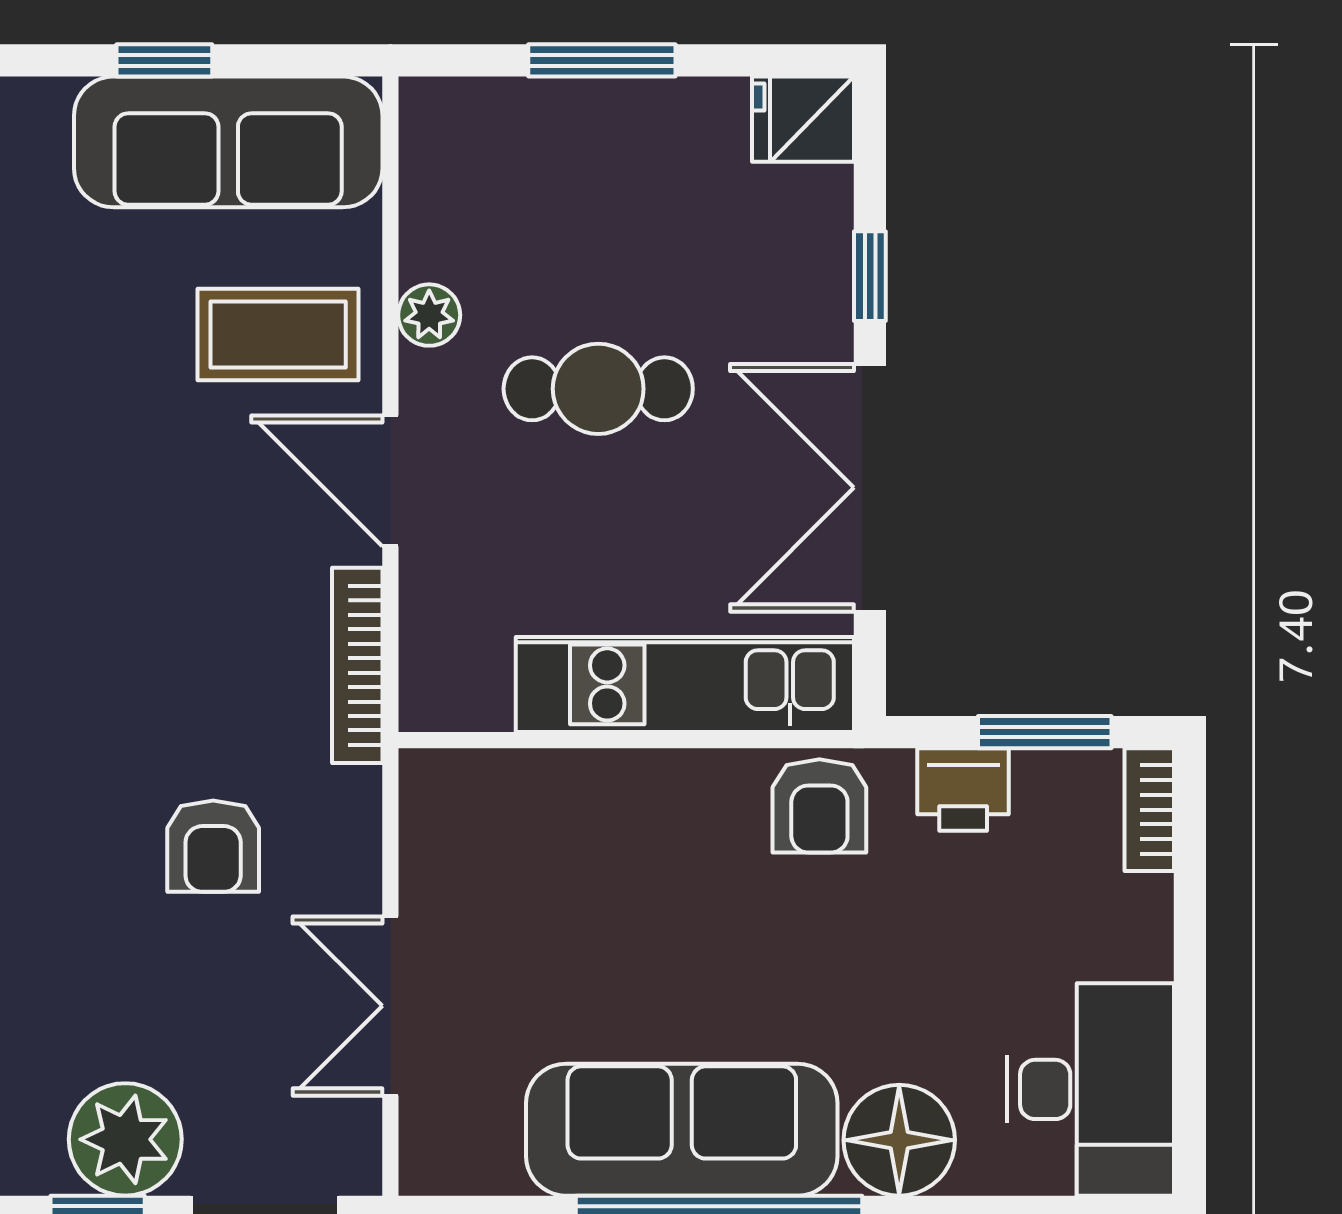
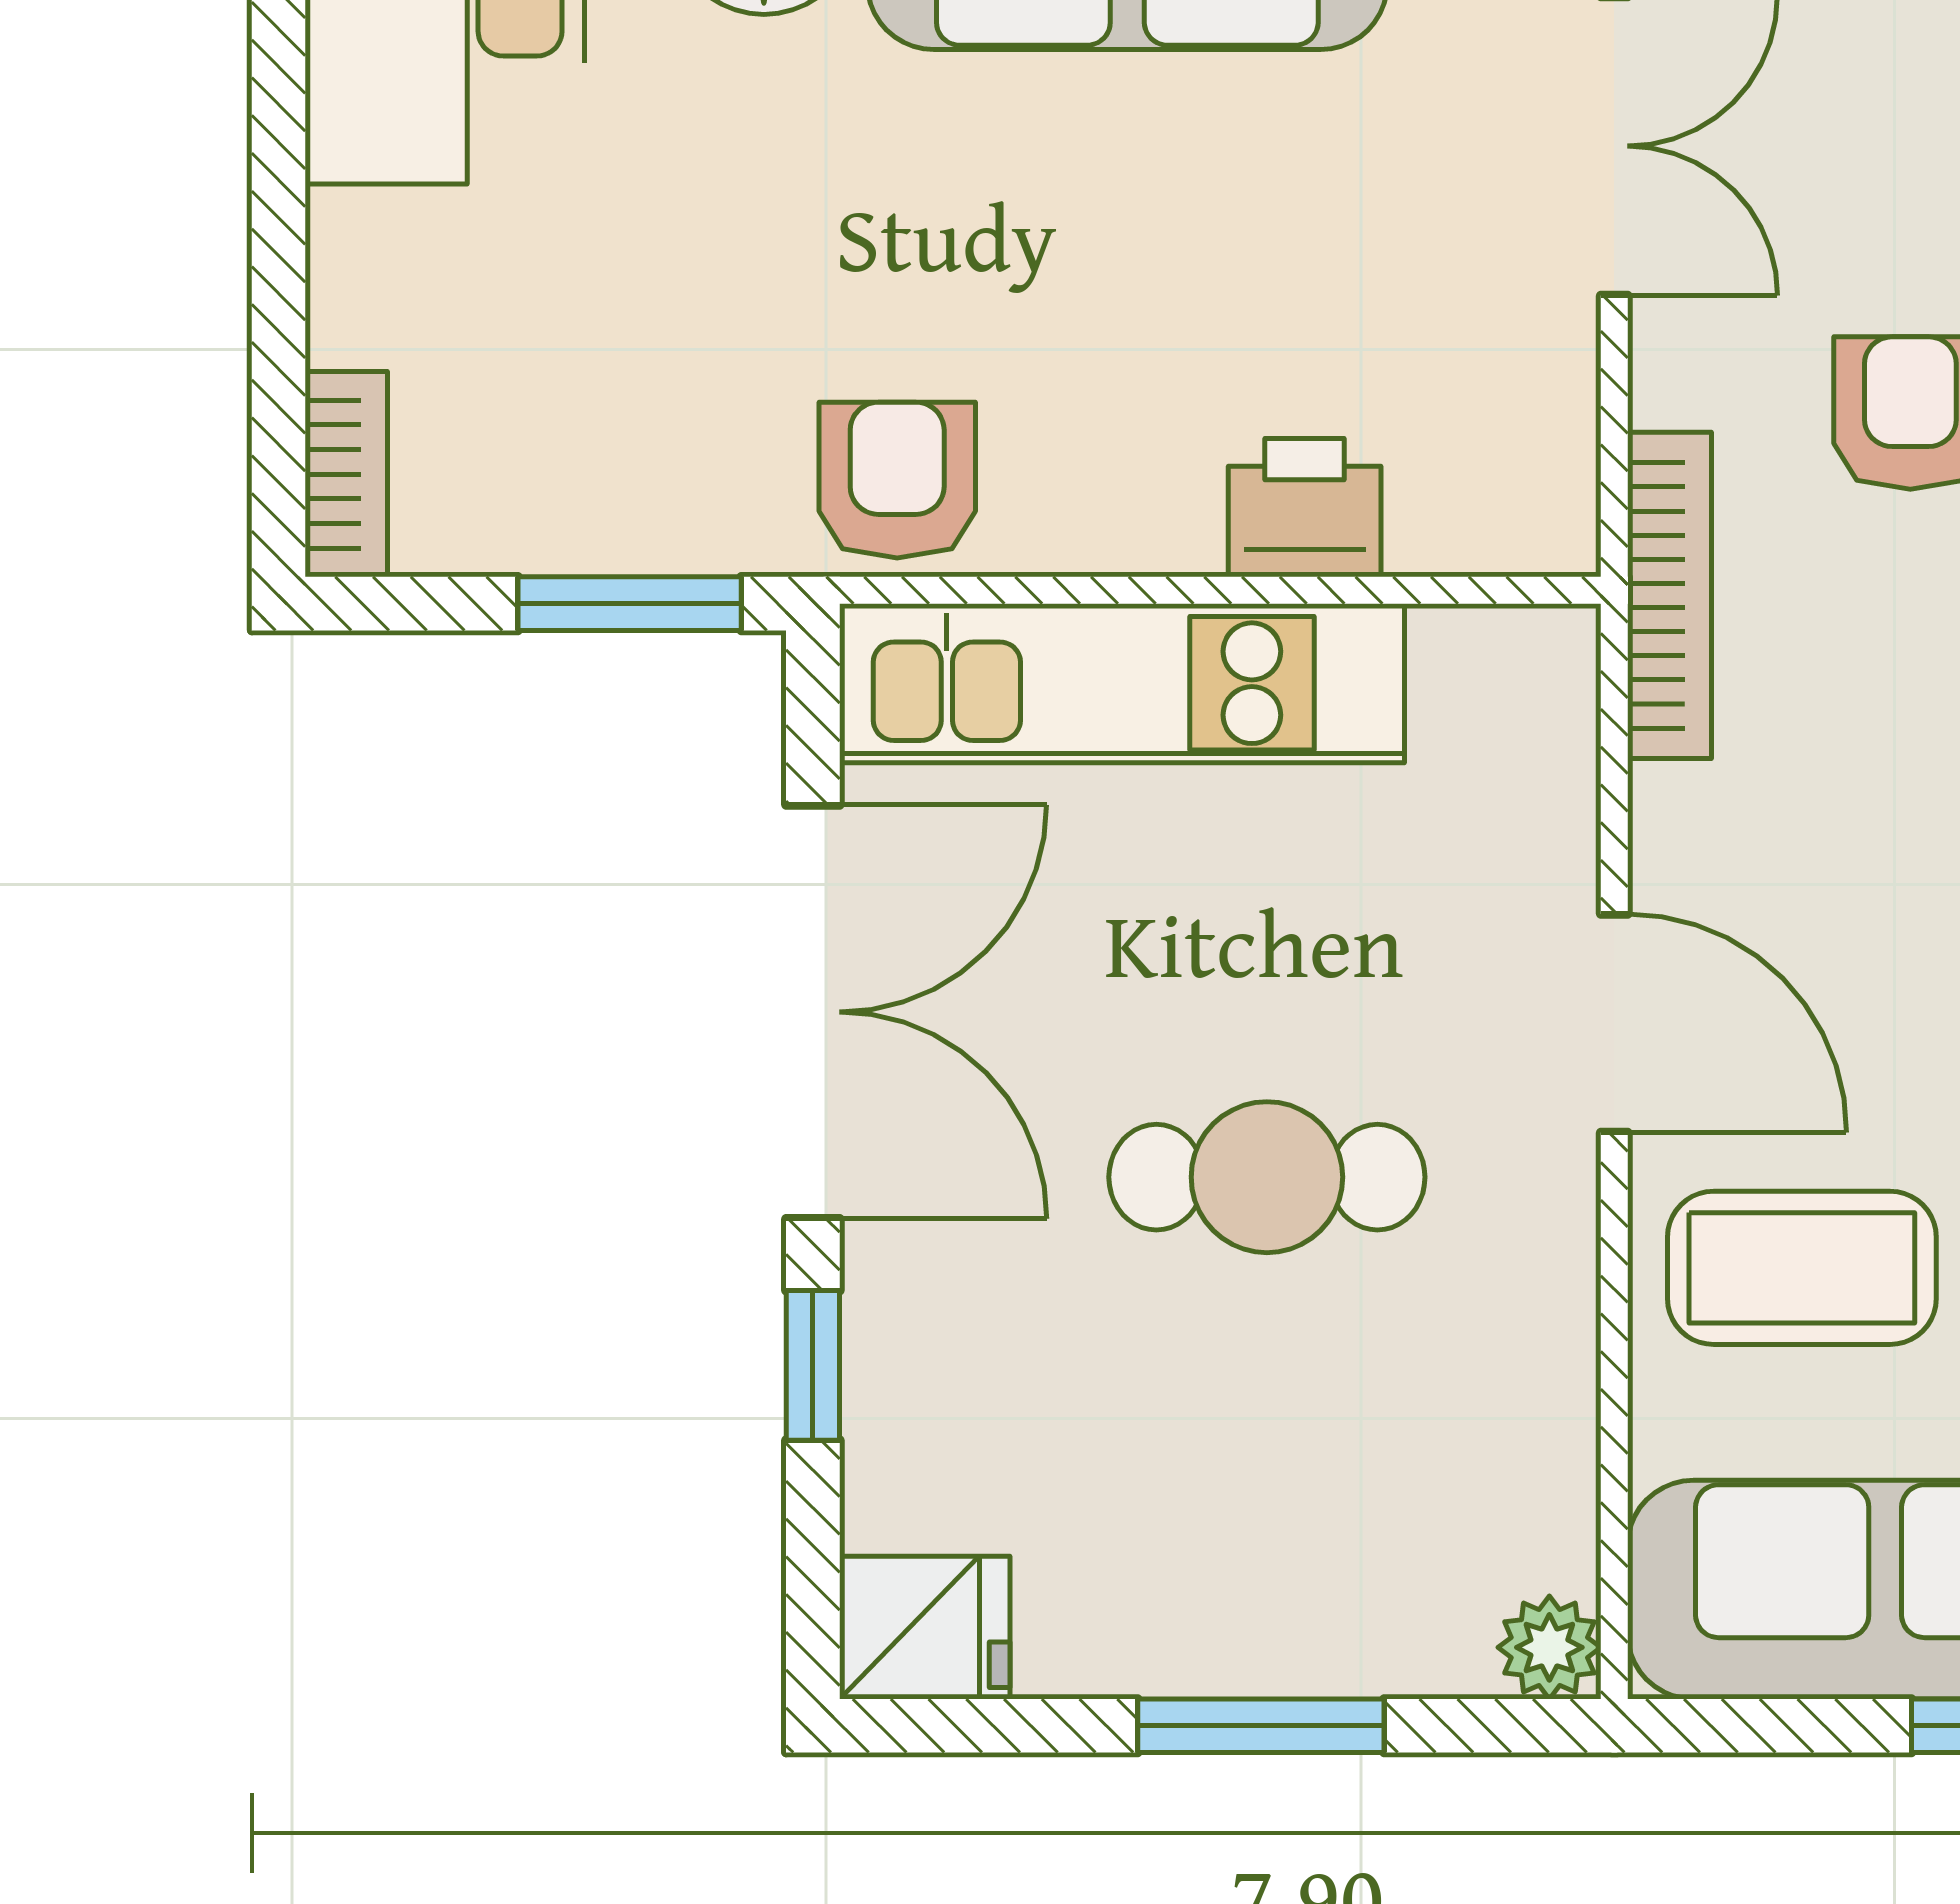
plant: (429, 315) -> (1549, 1647), moved
bookcase: (357, 665) -> (1670, 595), moved
window: (1045, 732) -> (630, 604), moved
printer: (963, 789) -> (1305, 508), moved

